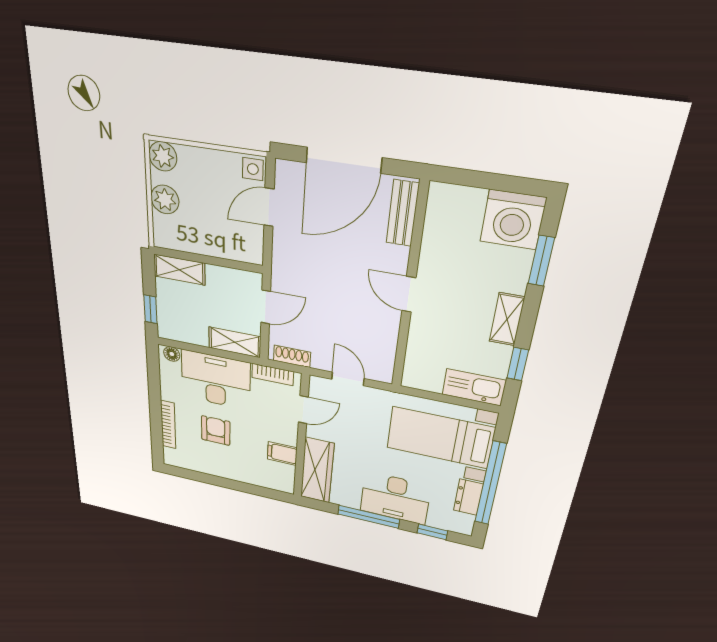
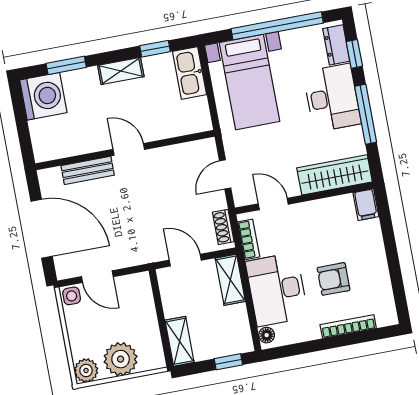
plant: (165, 200) -> (121, 359), width x1.36, depth x1.36
bench: (403, 213) -> (88, 170), moved
door: (409, 294) -> (129, 149), swing flipped
filing cabinet: (282, 453) -> (366, 205), moved
dresser: (468, 497) -> (336, 45), moved, turned 90

